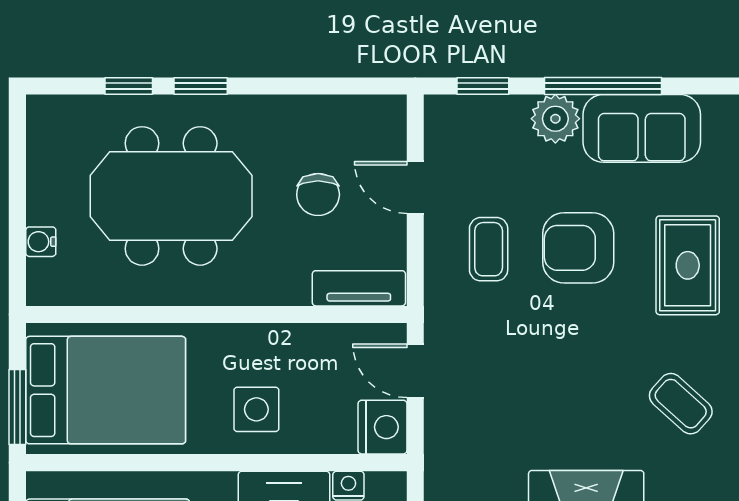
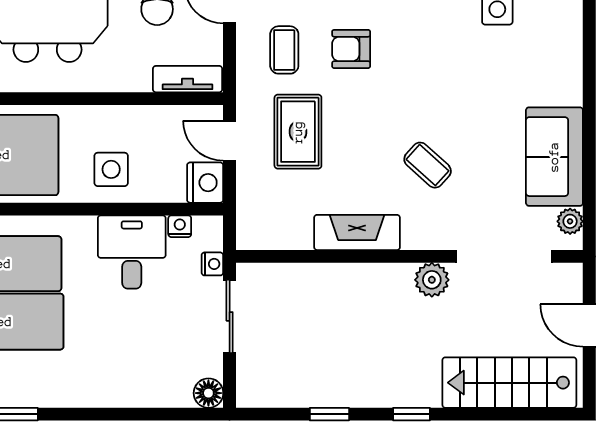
armchair: (578, 248) -> (351, 49), width x0.72, depth x0.72
rug: (688, 265) -> (298, 132), moved

